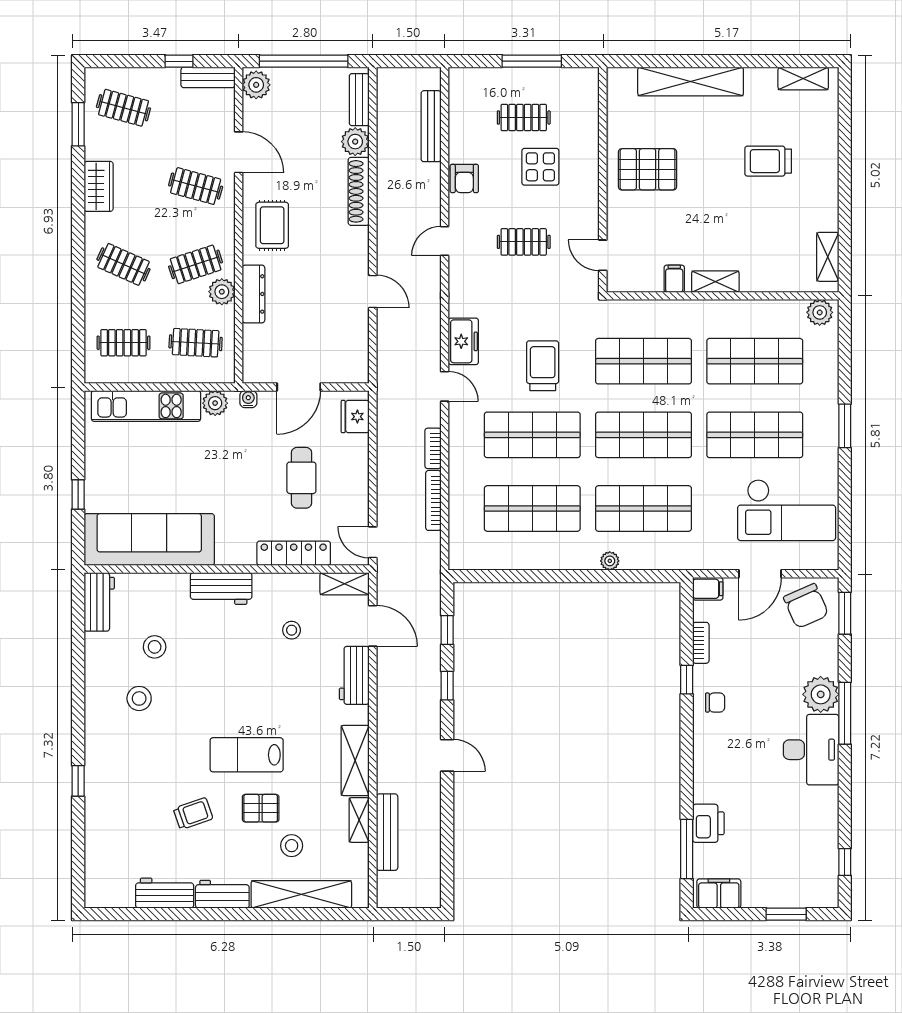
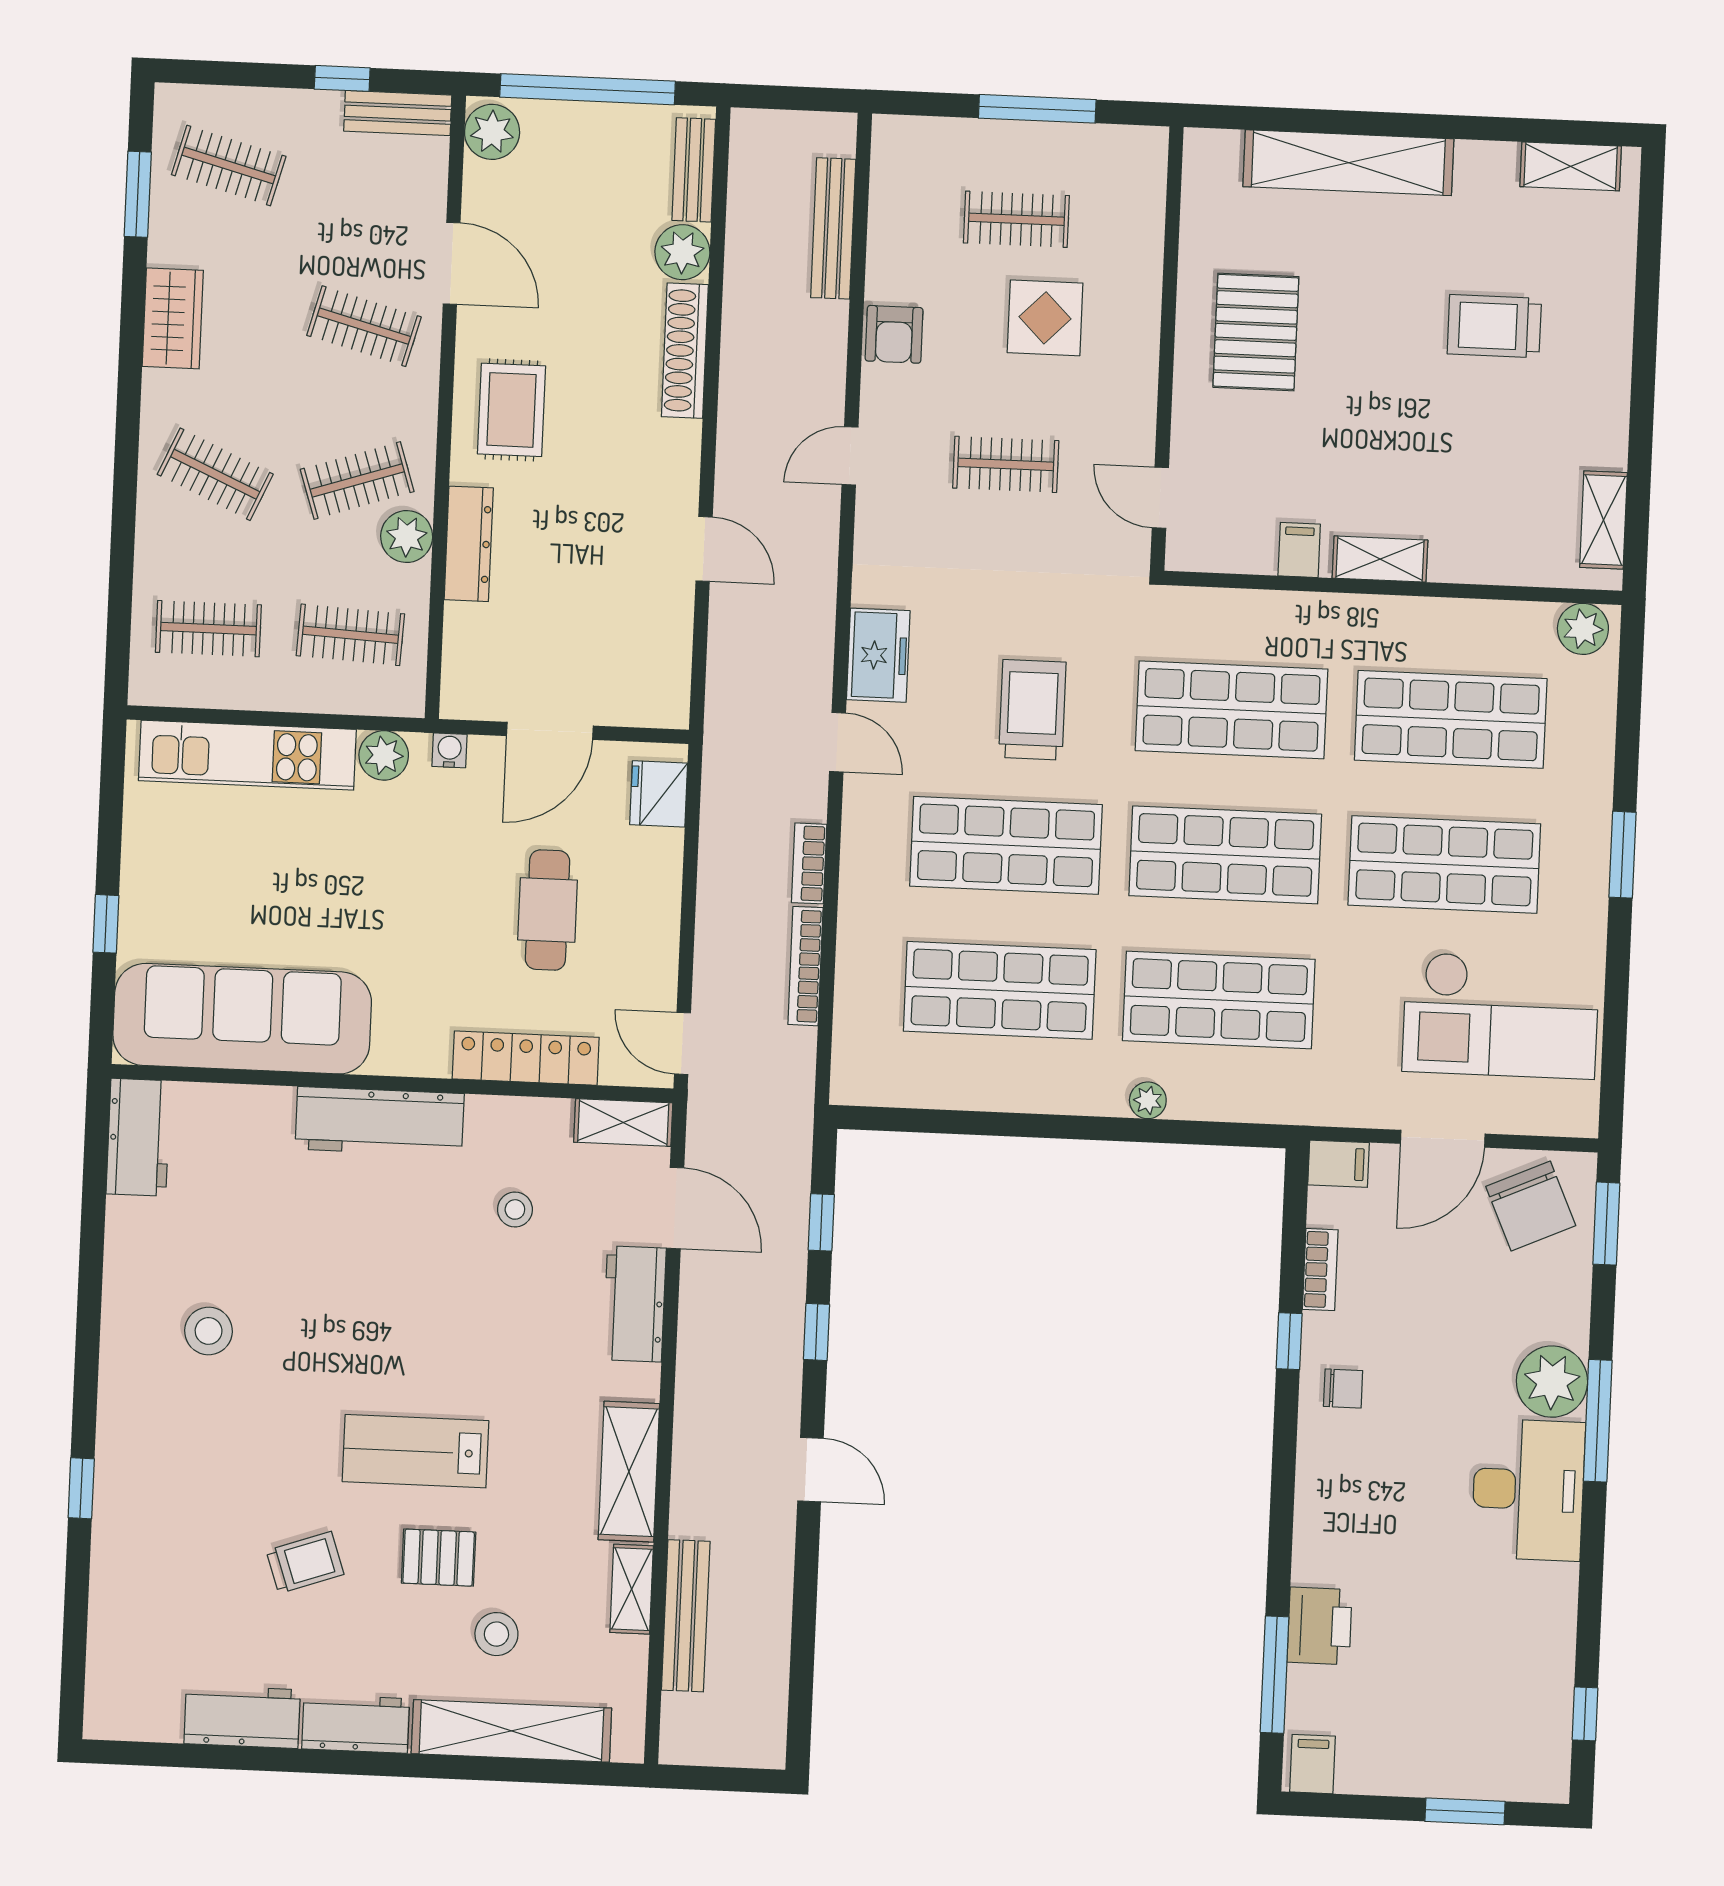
pallet: (648, 169) -> (1256, 332), turned 90
workbench: (221, 588) -> (380, 1121), width x1.37
stool: (155, 647) -> (244, 1231), removed
filing cabinet: (719, 893) -> (1313, 1764), width x0.50

